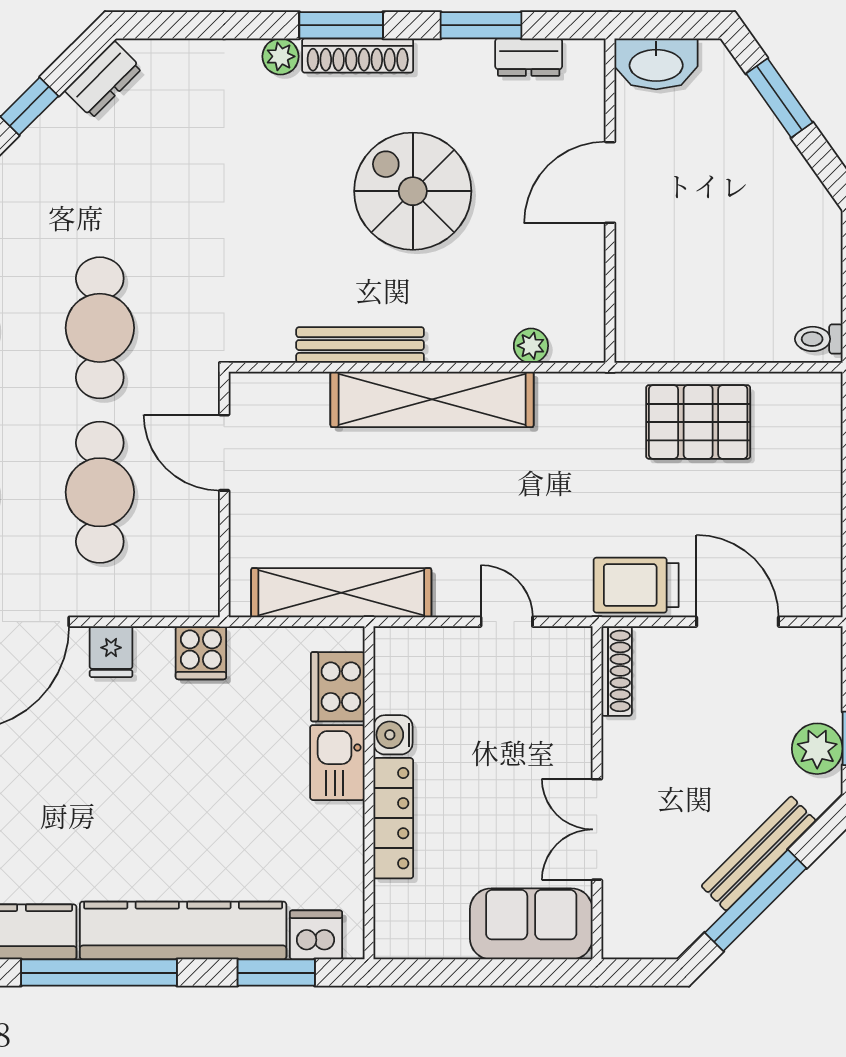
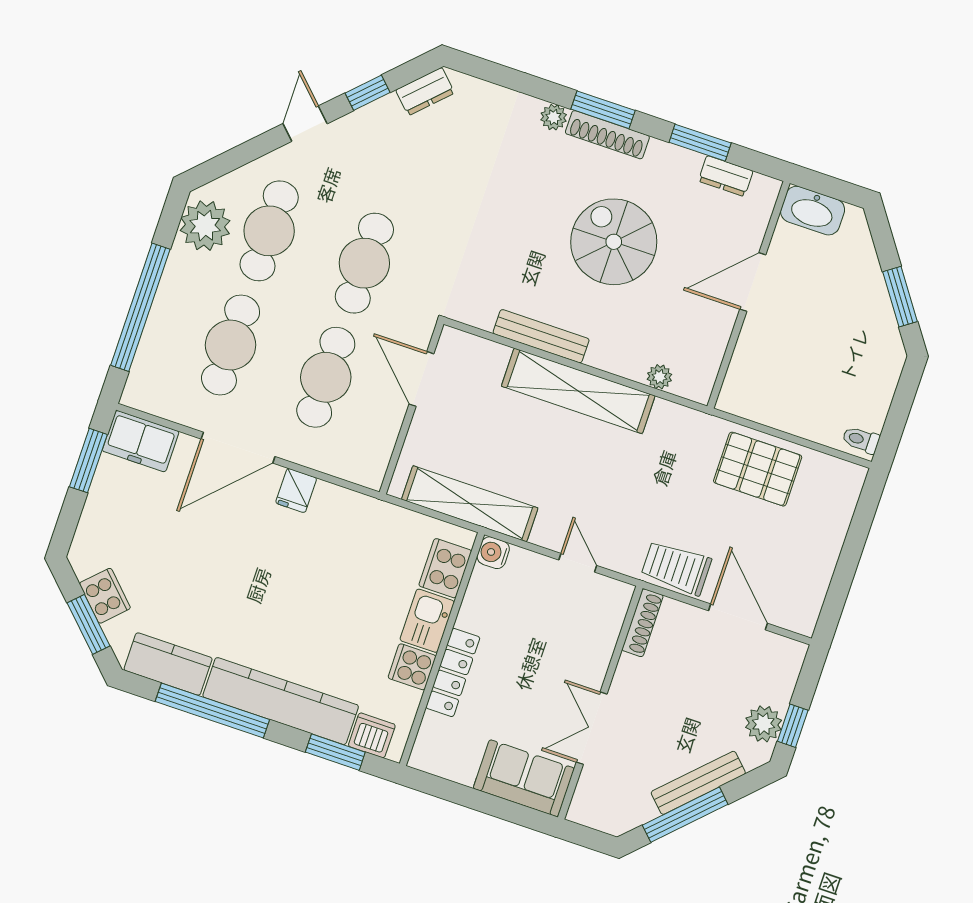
window: (779, 98) -> (900, 297), moved
cooker: (201, 653) -> (412, 667), moved, turned 90
water cooler: (393, 735) -> (493, 553), moved

